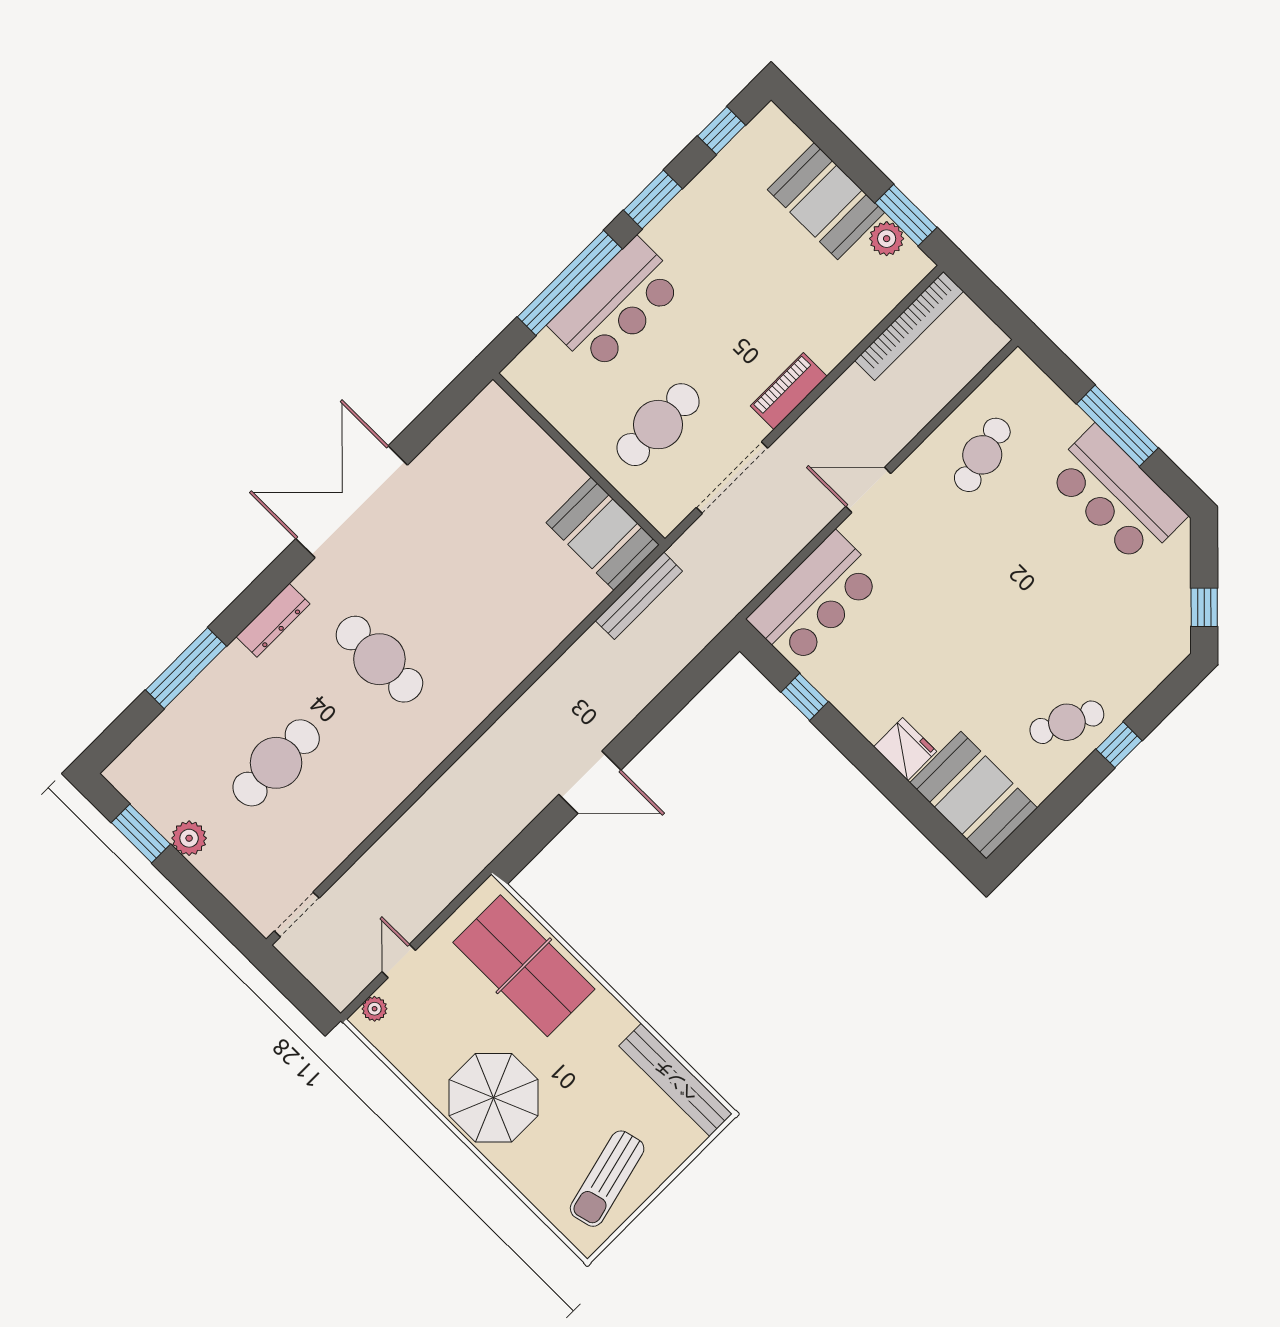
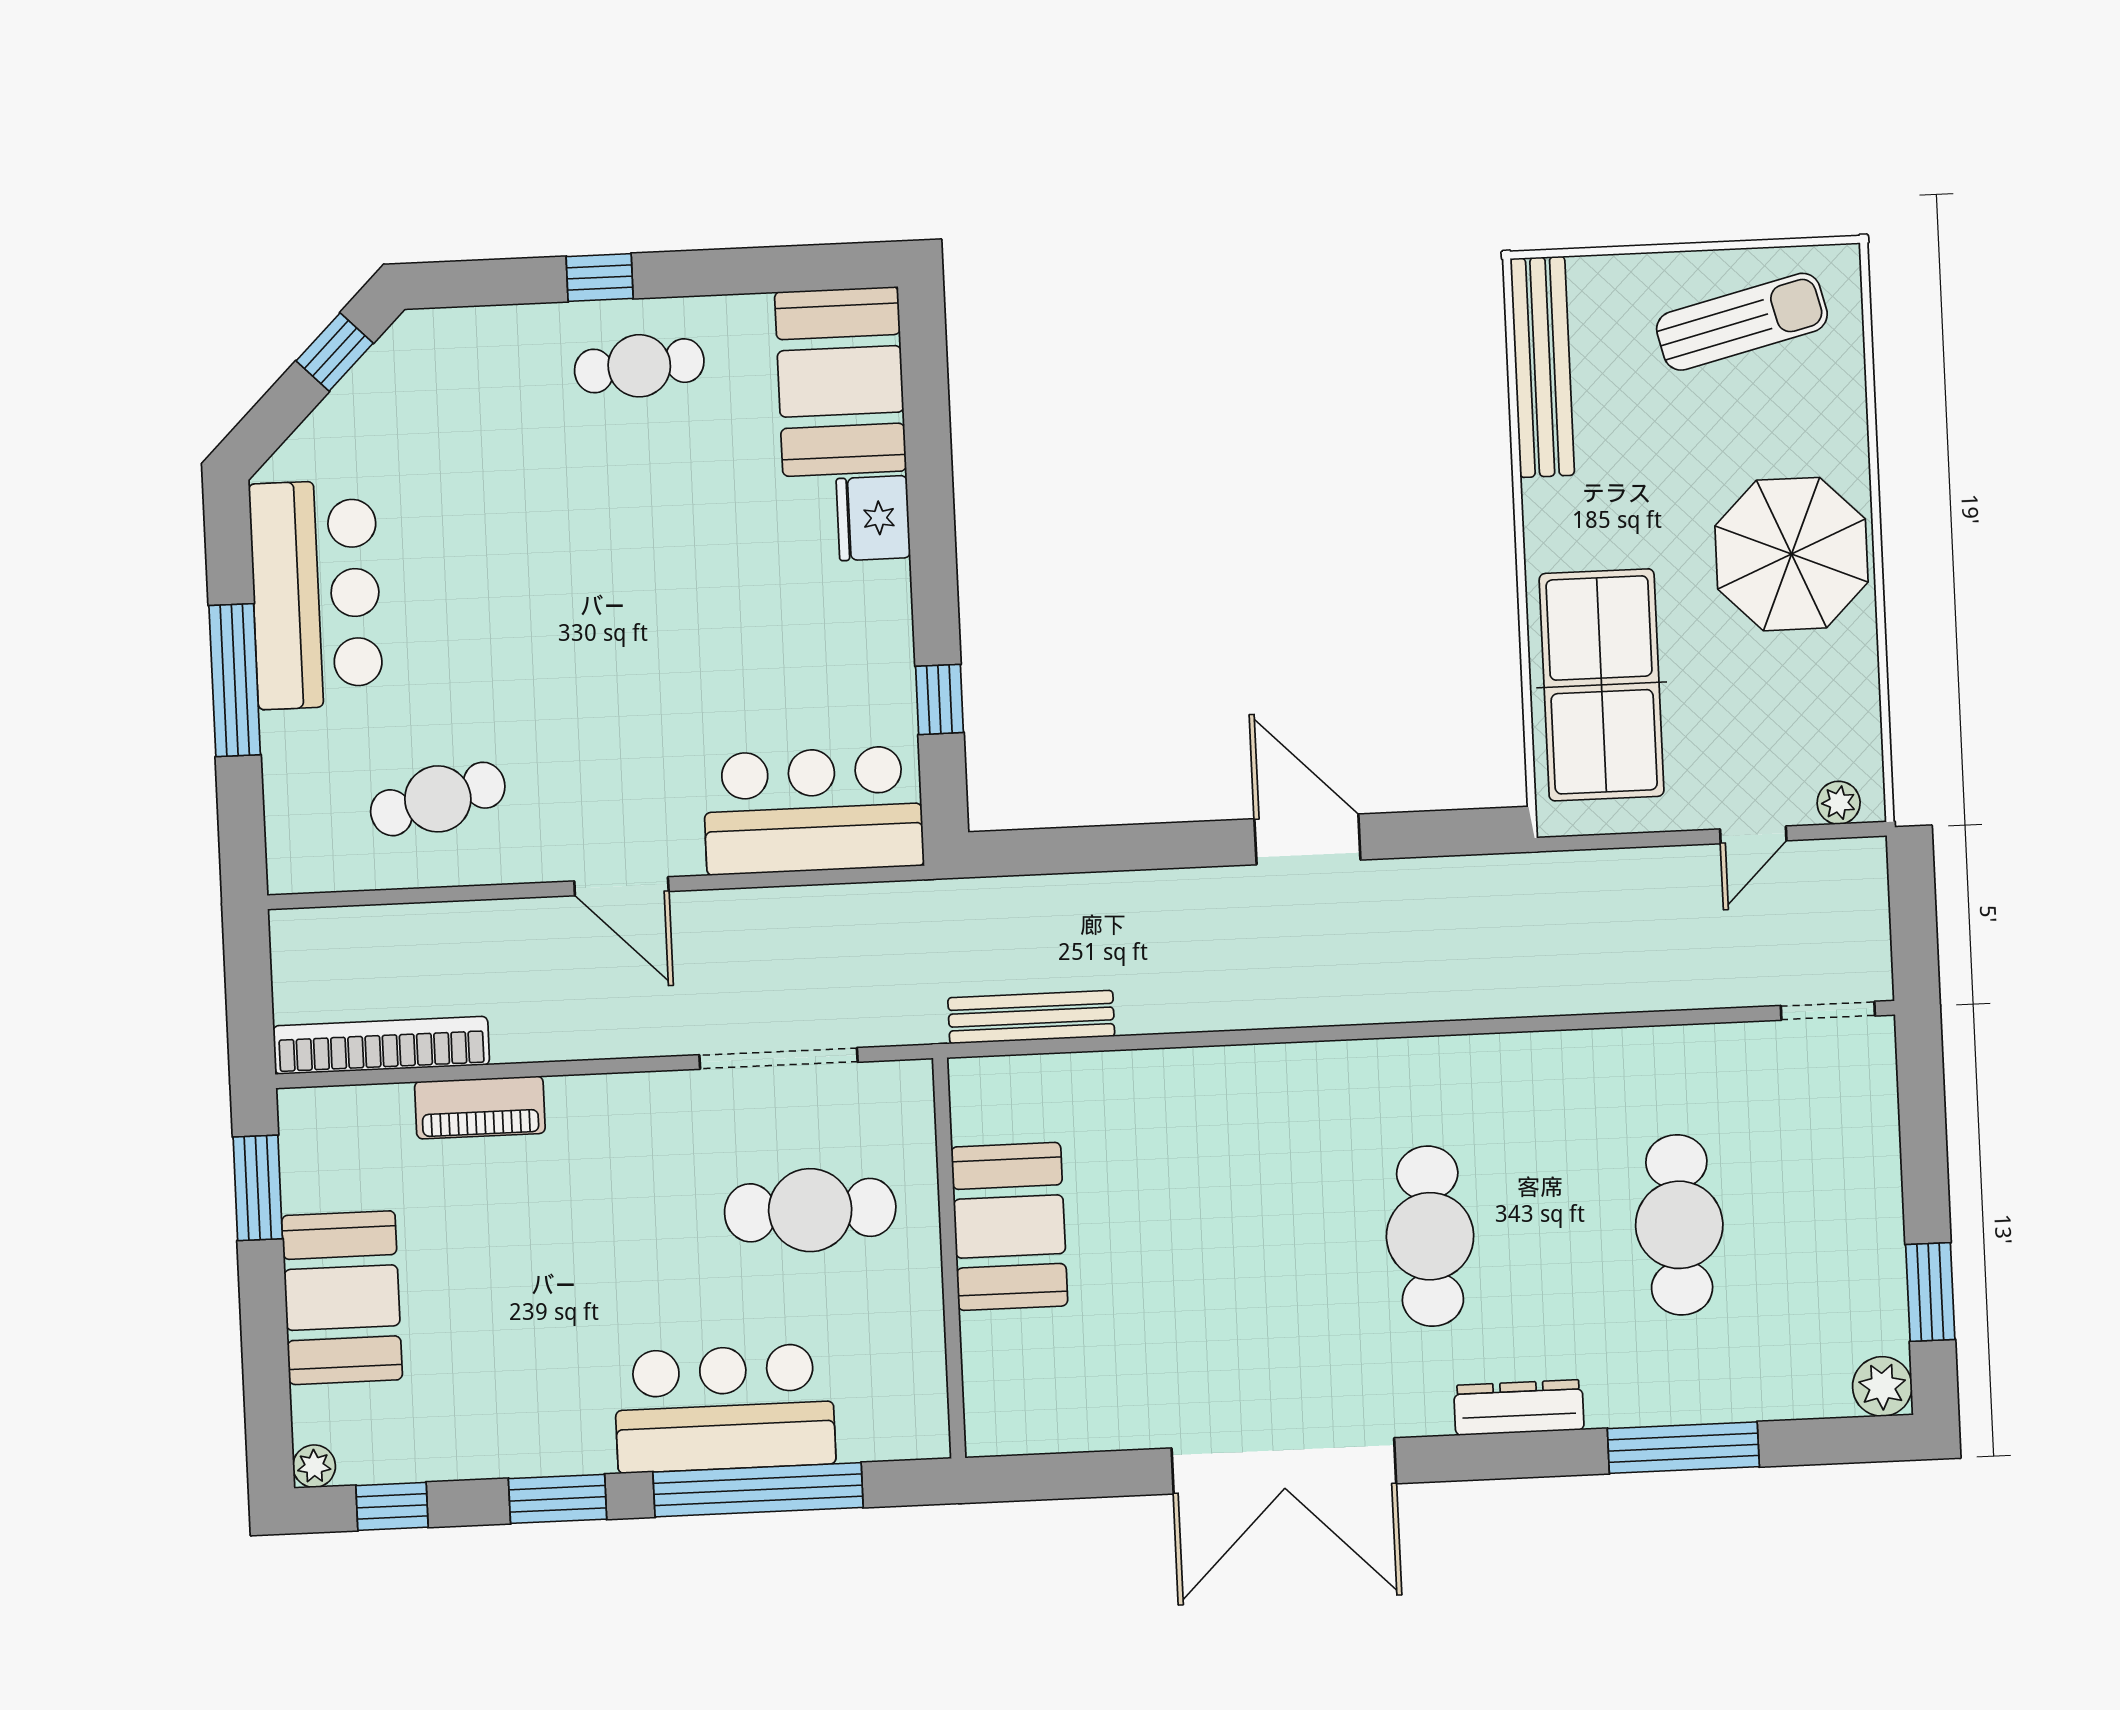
plant: (887, 239) -> (314, 1466), moved, width x0.73, depth x0.73
piano: (789, 391) -> (480, 1107), moved
booth: (603, 534) -> (1009, 1226), moved
cafe table: (1067, 722) -> (639, 366), turned -30
cafe table: (276, 763) -> (1679, 1225), turned 90
plant: (189, 838) -> (1882, 1386), moved

